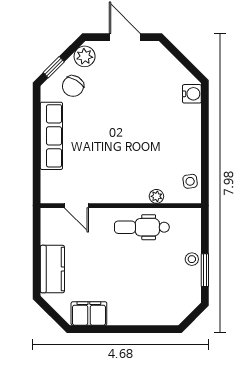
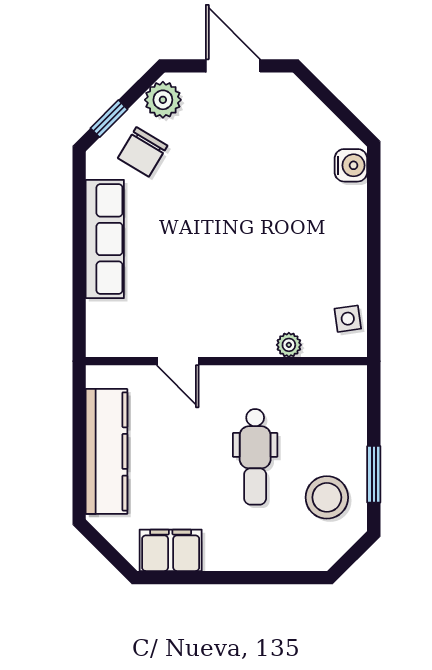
door: (76, 206) -> (178, 361), moved
dental chair: (142, 227) -> (255, 457), moved, turned -90
stool: (192, 259) -> (327, 497), moved, width x1.89, depth x1.89
kitchen counter: (52, 269) -> (107, 451), width x1.50

